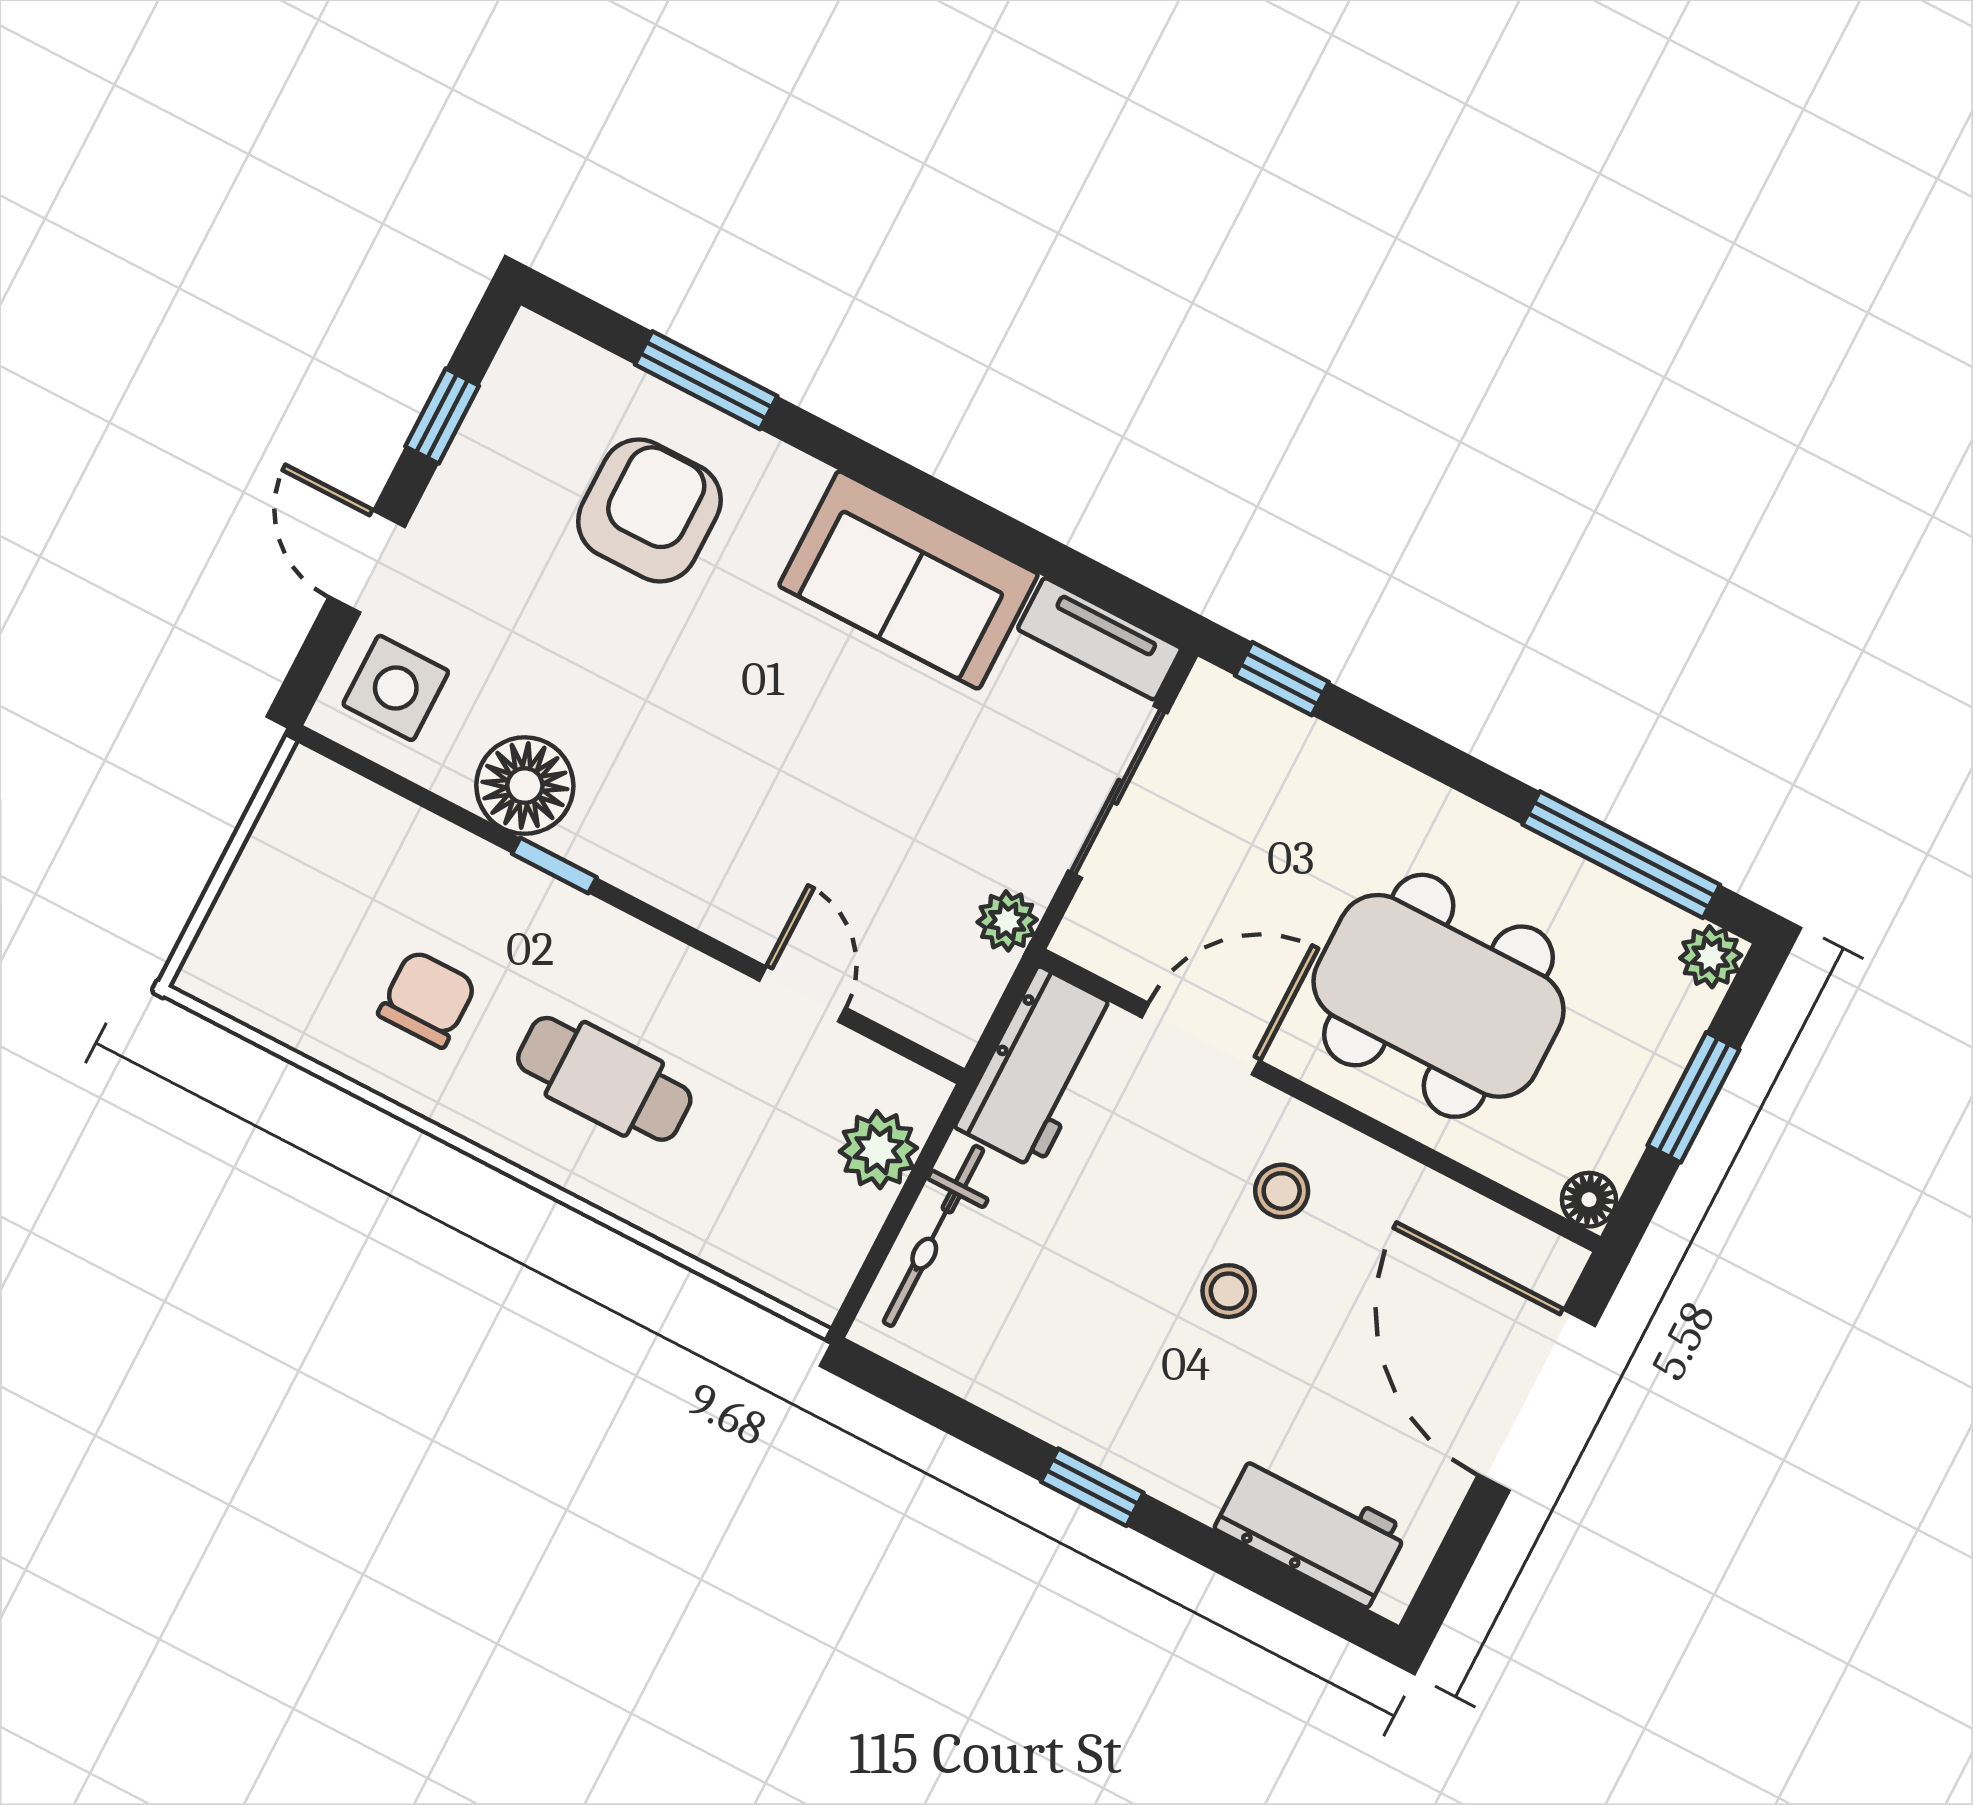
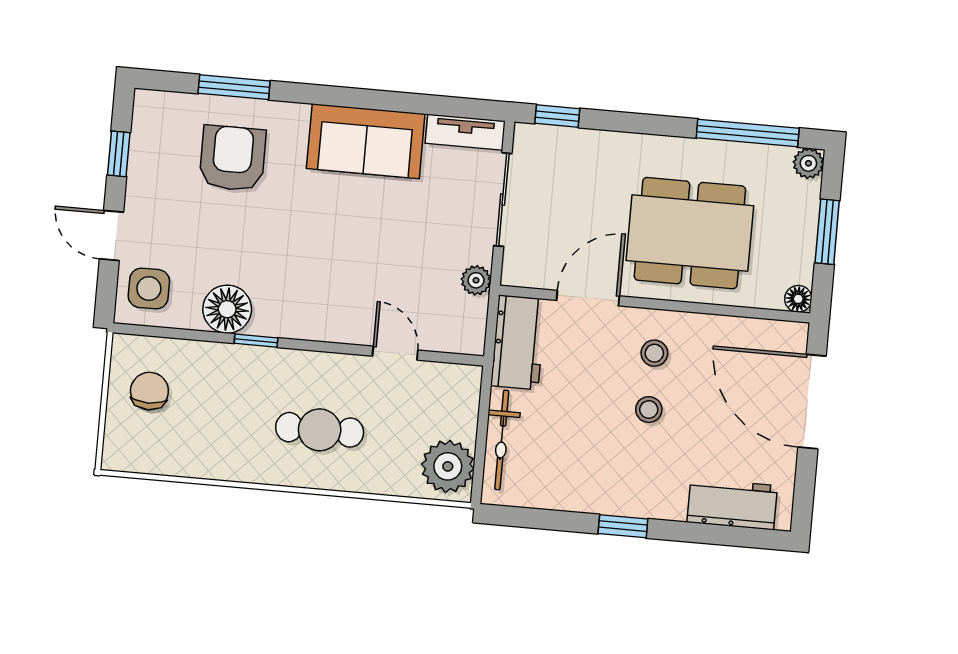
chair: (427, 999) -> (149, 391), moved
plant: (878, 1150) -> (448, 466), moved, width x1.36, depth x1.36

